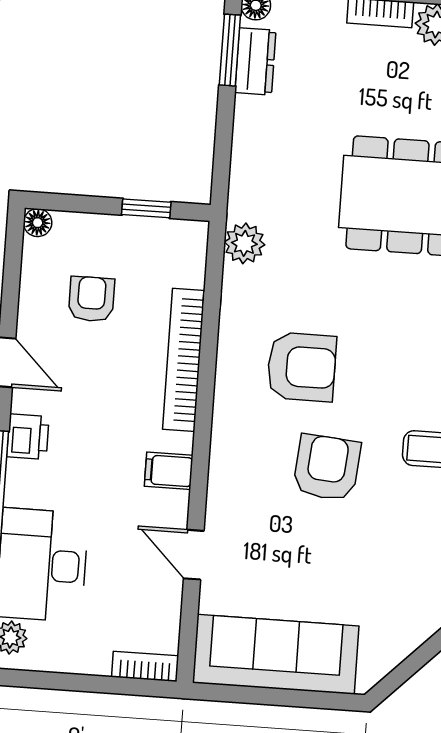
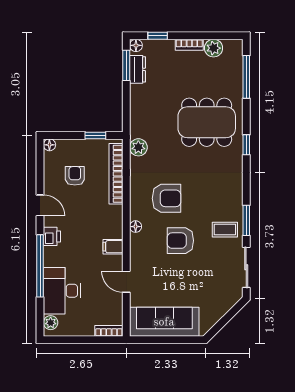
bookcase: (184, 360) -> (116, 174), moved
floor lamp: (225, 428) -> (136, 227), added
armchair: (327, 468) -> (180, 241), turned -95

